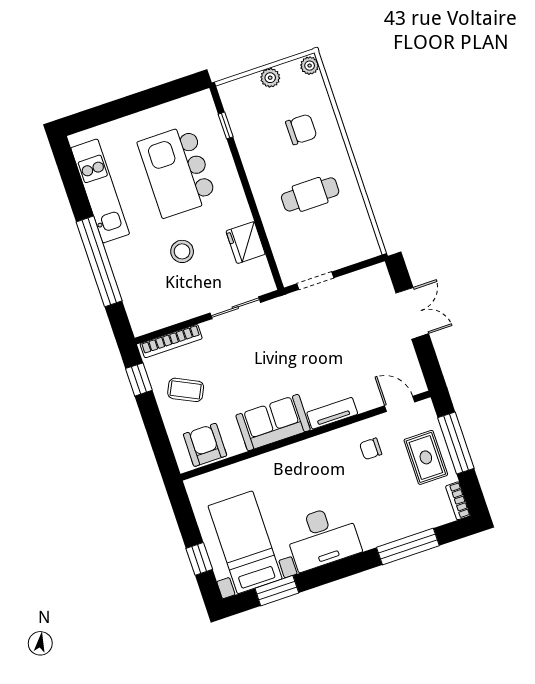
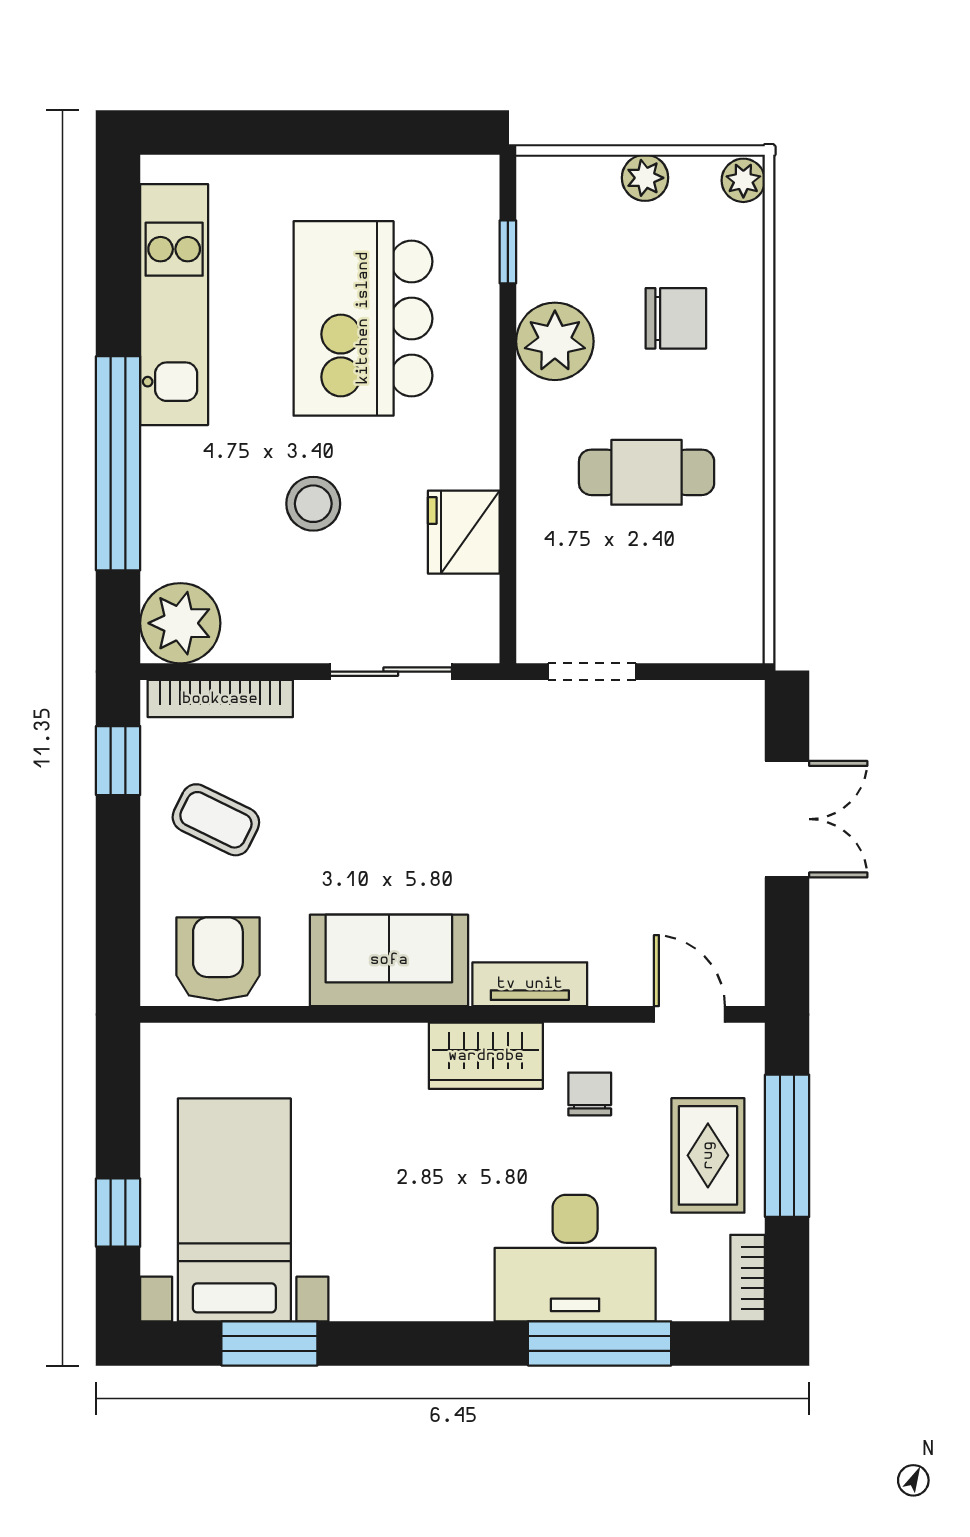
plant: (256, 155) -> (555, 341), added
plant: (145, 317) -> (180, 623), added
wardrobe: (324, 448) -> (486, 1056), added
chair: (371, 449) -> (590, 1094), turned 90
desk: (323, 537) -> (575, 1258), moved

